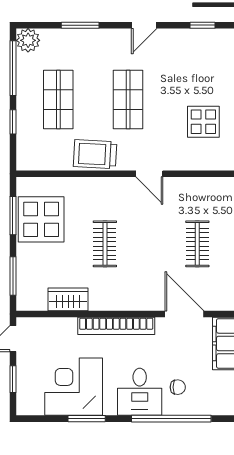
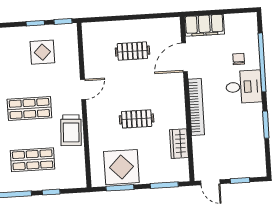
corner desk: (74, 387) -> (243, 135), removed

